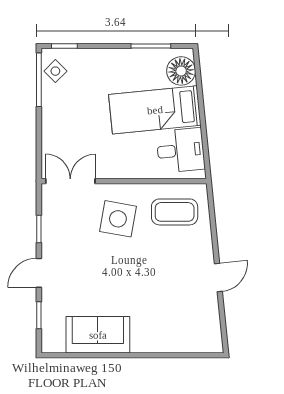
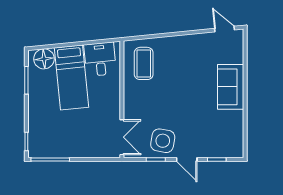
side table: (55, 71) -> (44, 148), removed
double door: (70, 181) -> (122, 137), swing flipped
side table: (118, 219) -> (163, 141), moved
door: (218, 277) -> (225, 29), moved
sofa: (98, 335) -> (231, 87), moved

